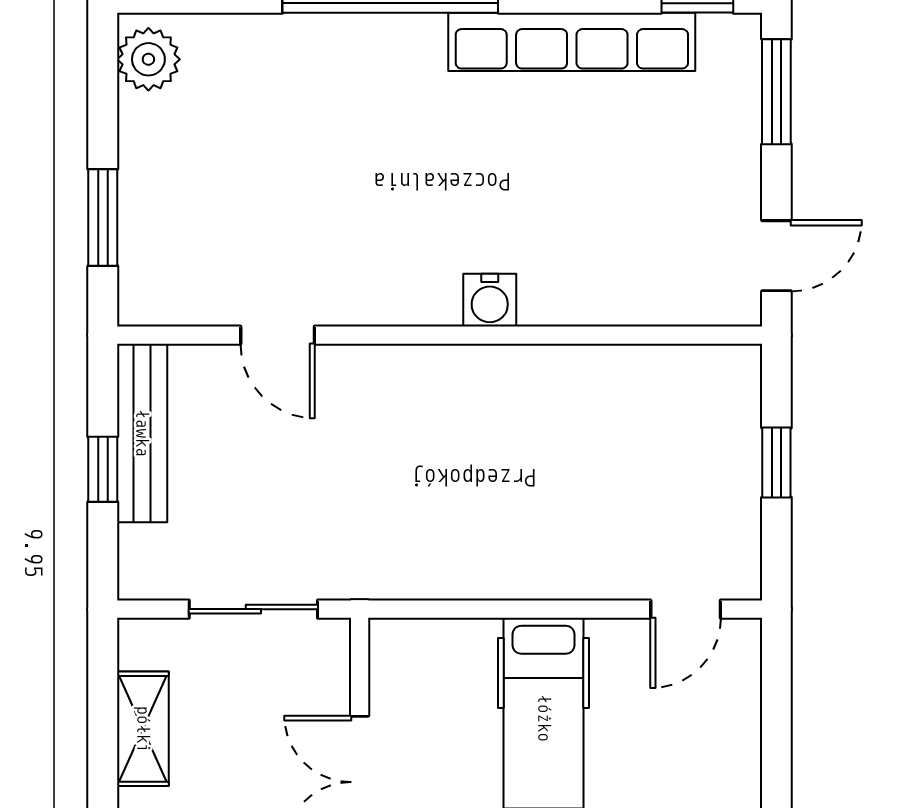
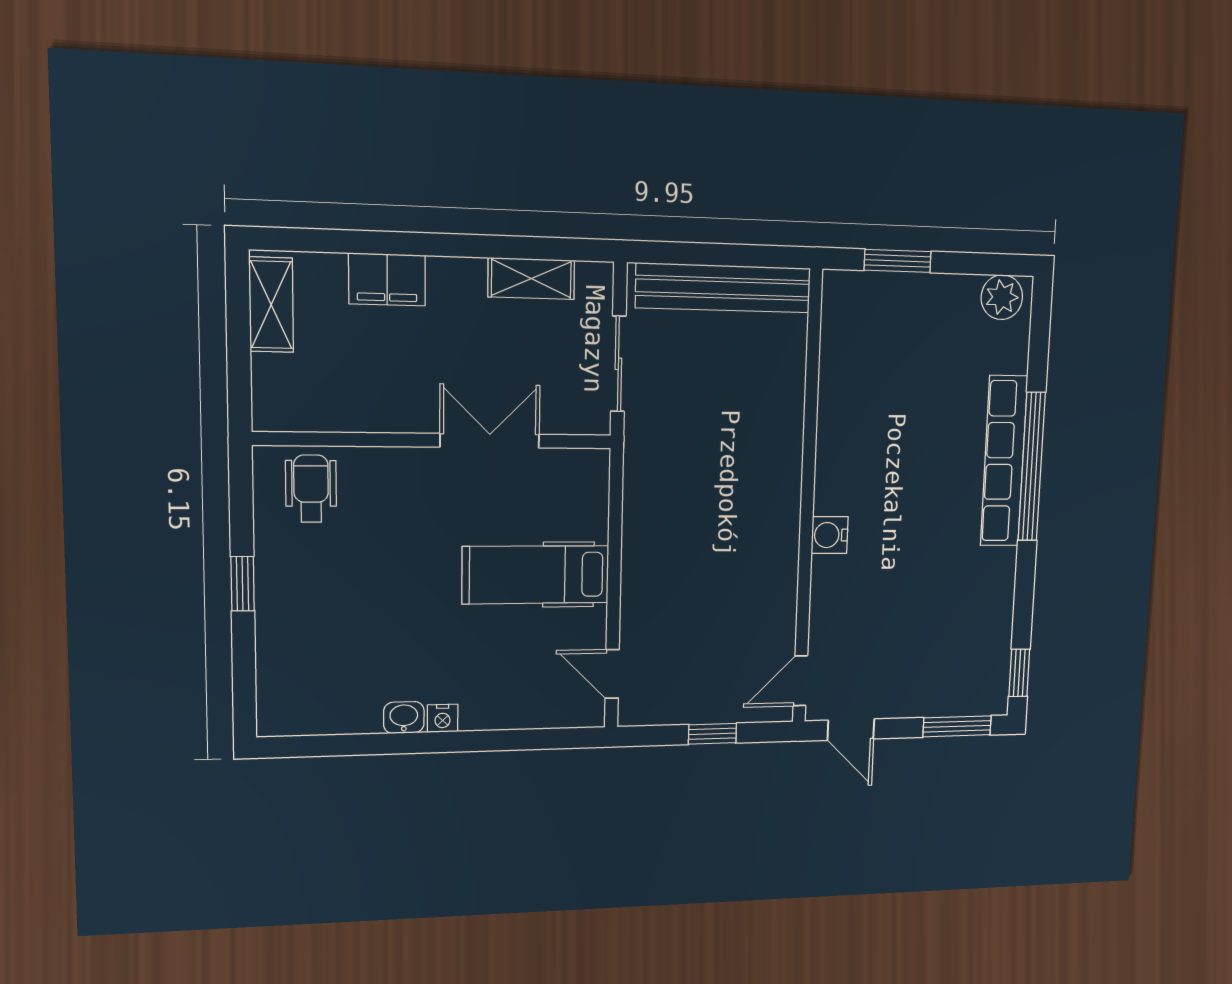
row of seats: (572, 42) -> (1004, 461), moved
door: (278, 335) -> (800, 681), moved
bench: (142, 433) -> (723, 288), width x1.37, depth x1.21
window: (103, 469) -> (722, 255), removed

